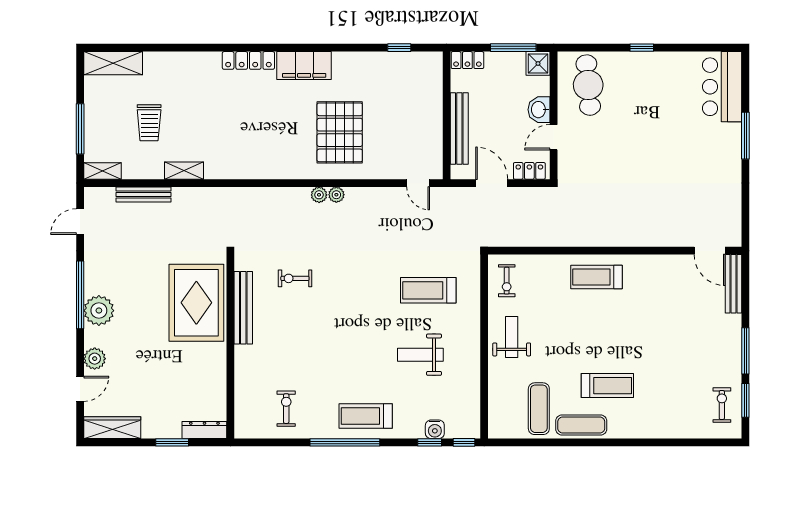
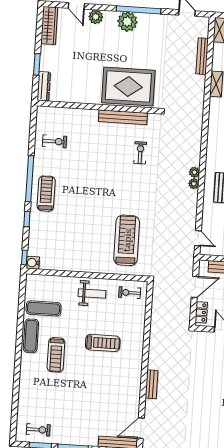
door: (418, 183) -> (198, 238), swing flipped
bench: (643, 239) -> (152, 384), added
treadmill: (597, 277) -> (103, 343), moved, turned 90
treadmill: (428, 290) -> (127, 240), width x1.37, depth x1.37
weight bench: (420, 355) -> (84, 232), removed
water cooler: (435, 429) -> (33, 263), moved
window: (430, 442) -> (27, 219), moved

